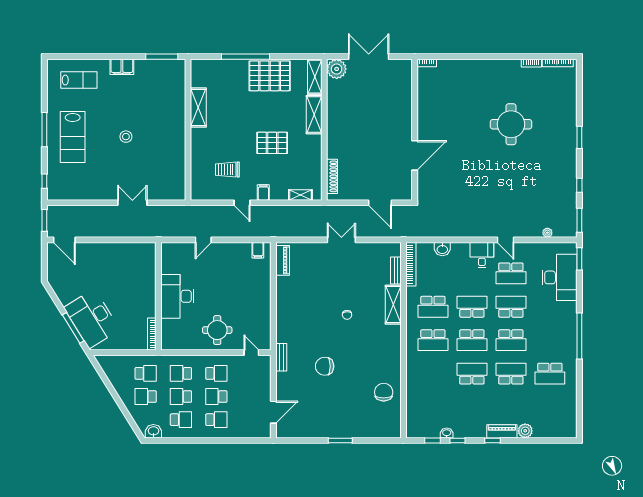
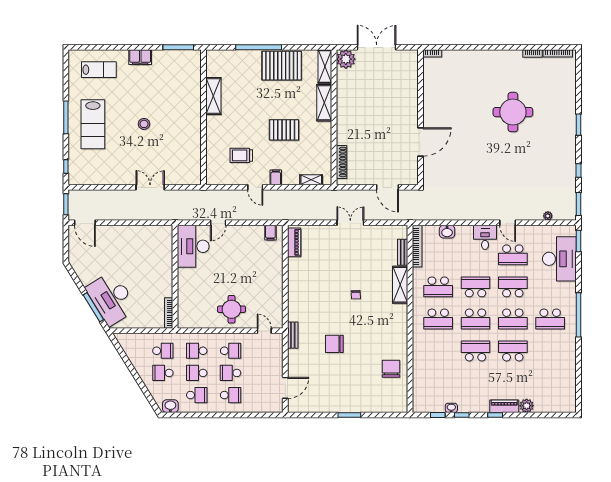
desk: (177, 296) -> (193, 246), moved
school desk: (550, 374) -> (550, 319), moved

